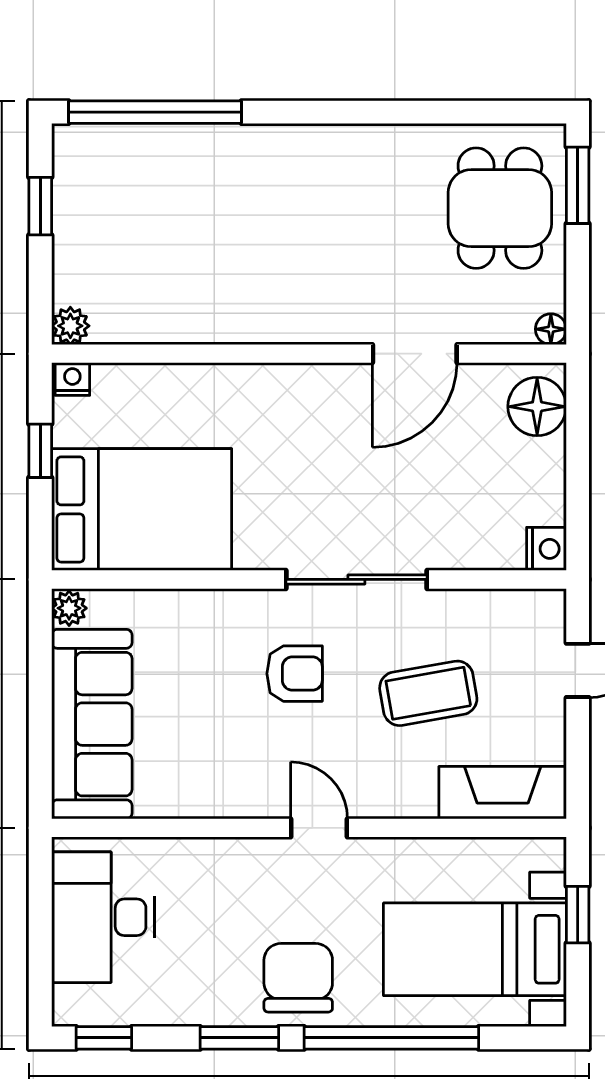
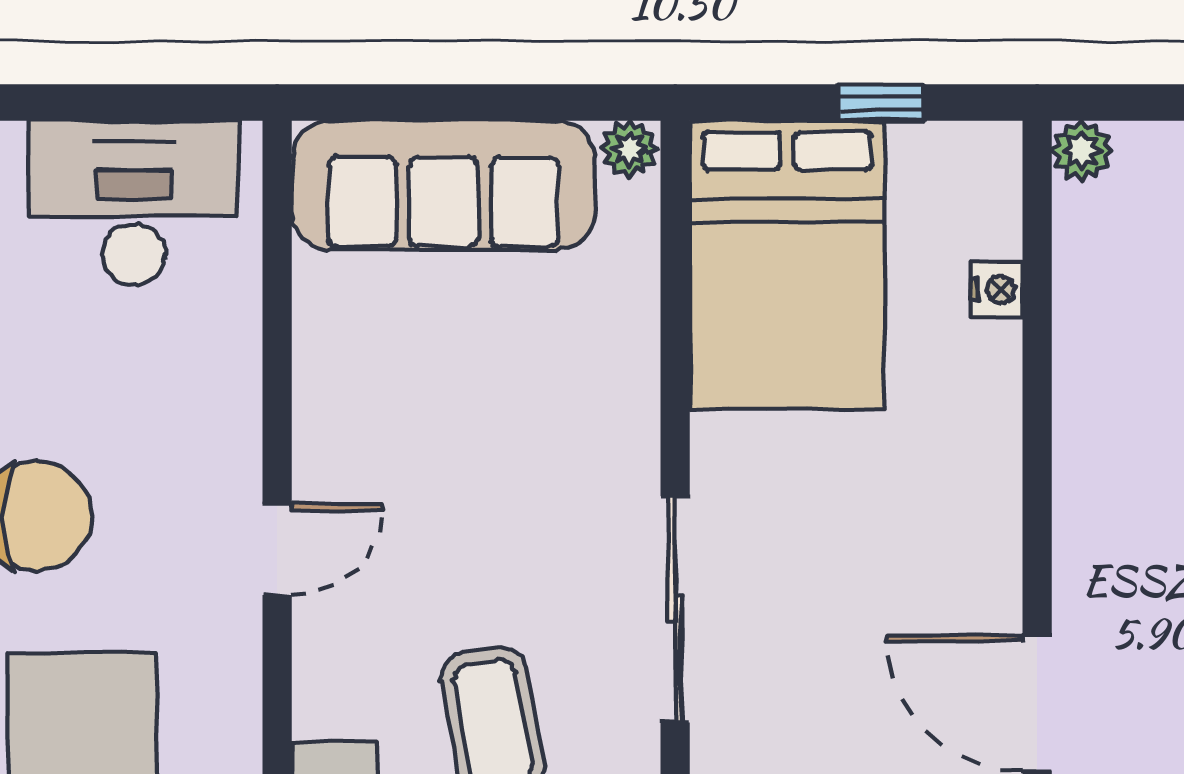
nightstand: (72, 379) -> (996, 290), moved
armchair: (295, 674) -> (525, 510), removed

